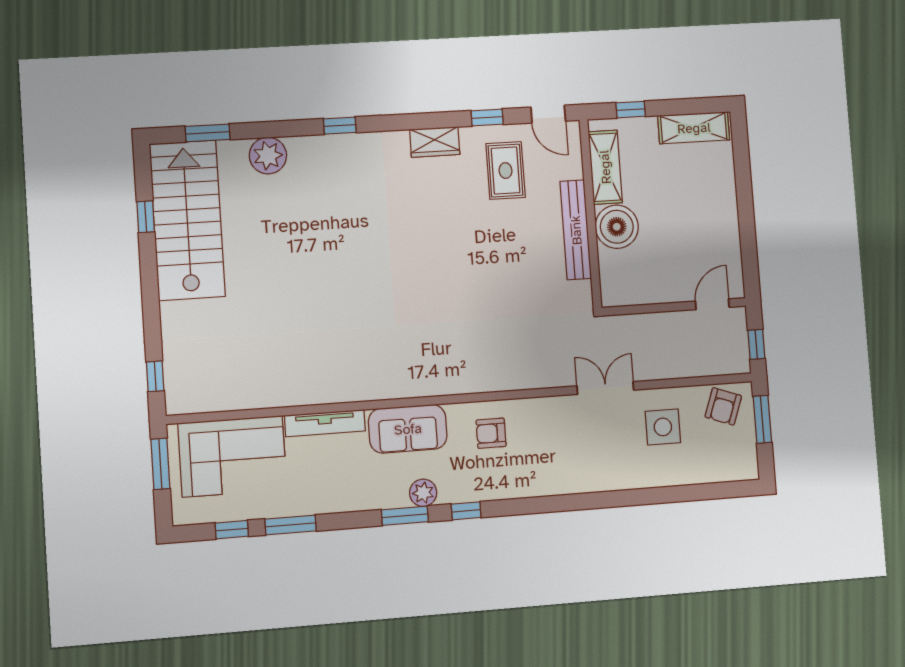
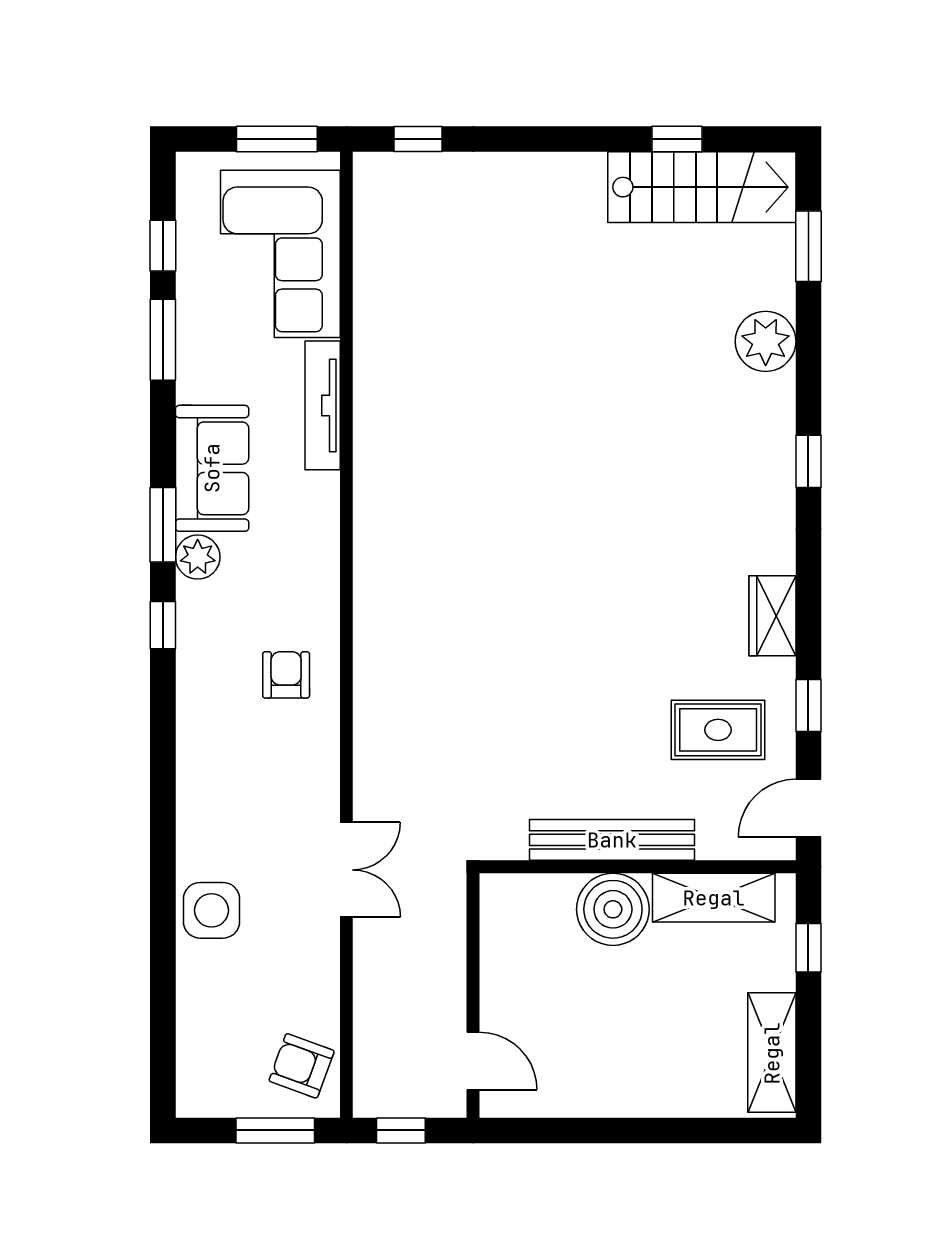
stairs: (187, 220) -> (702, 187), width x0.73, depth x0.66
side table: (663, 427) -> (212, 910), moved
sofa: (408, 429) -> (212, 468), moved, turned 180

